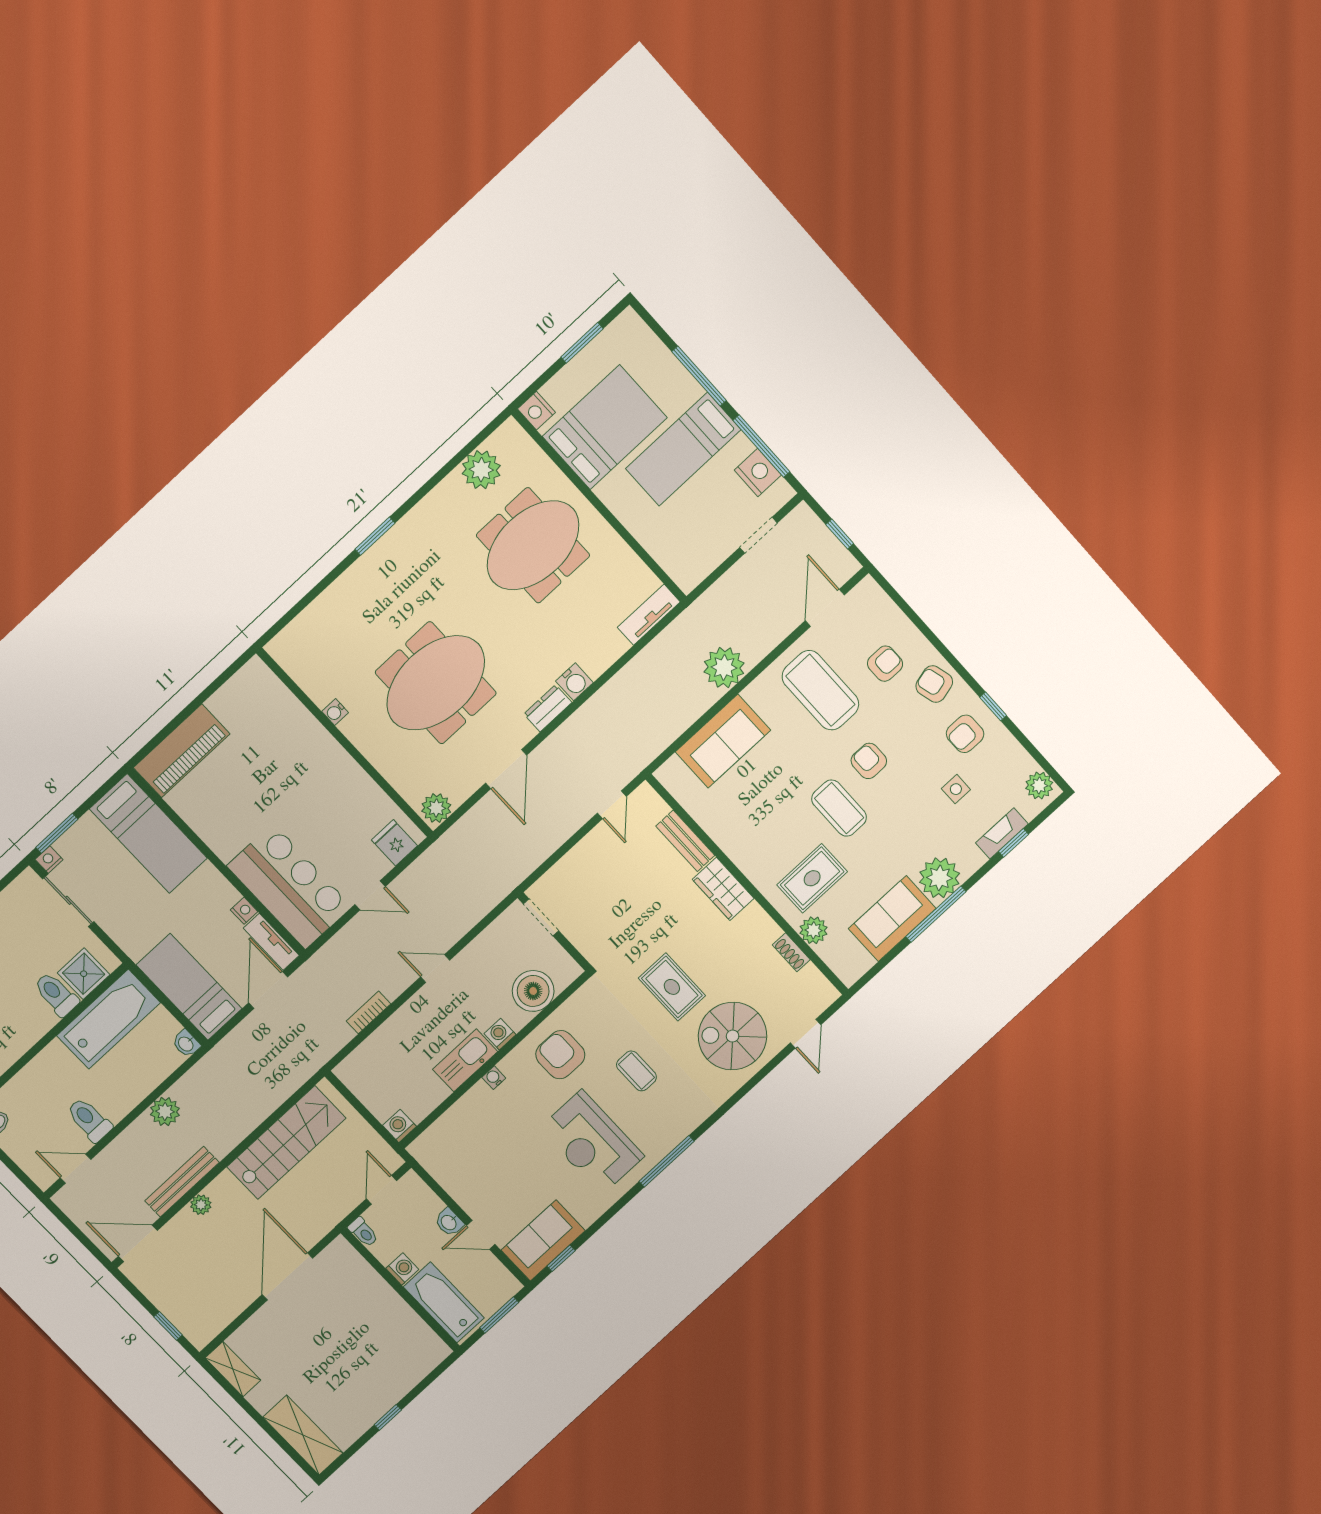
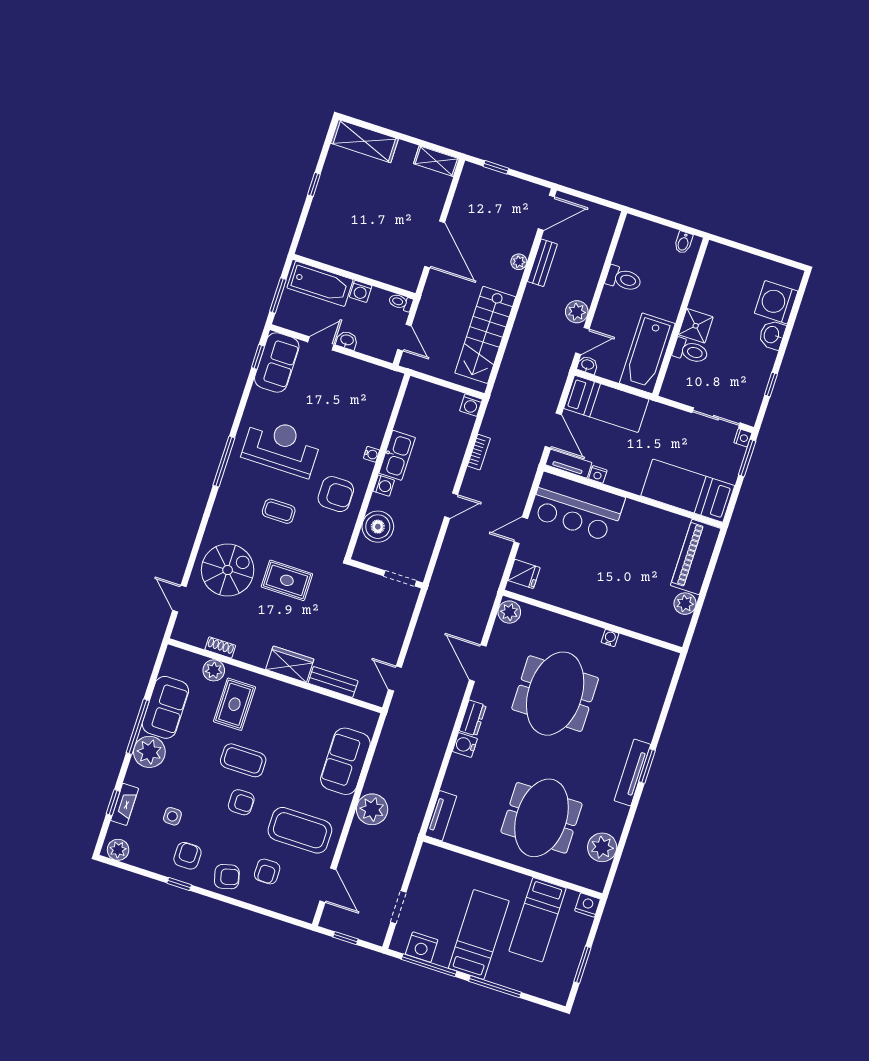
bed: (605, 427) -> (538, 920), width x0.67
tv unit: (396, 538) -> (632, 773), added
plant: (224, 703) -> (685, 604), added
shower: (84, 974) -> (696, 326), moved
washing machine: (399, 1126) -> (471, 405), moved, turned 90
door: (76, 1169) -> (582, 341), moved
bench: (182, 1182) -> (542, 263), width x0.73

